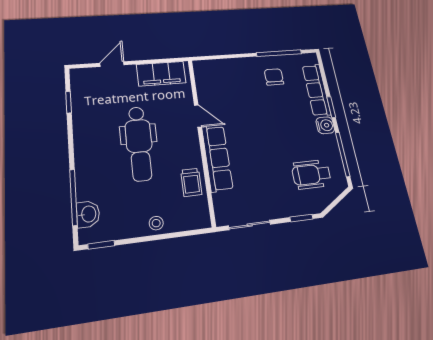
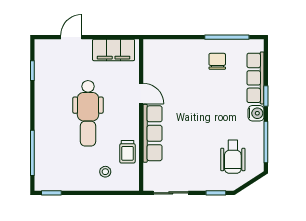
wheelchair: (311, 174) -> (233, 157), turned -90
washbasin: (88, 214) -> (43, 168), removed
stool: (156, 223) -> (105, 172), moved

